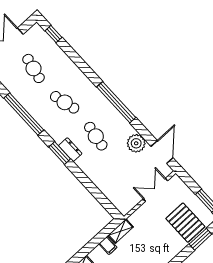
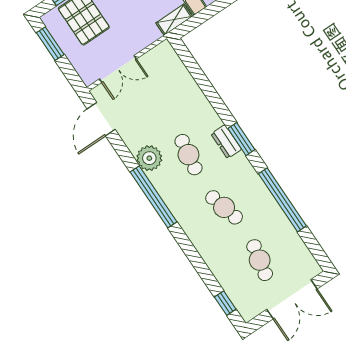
plant: (136, 143) -> (149, 158), moved

